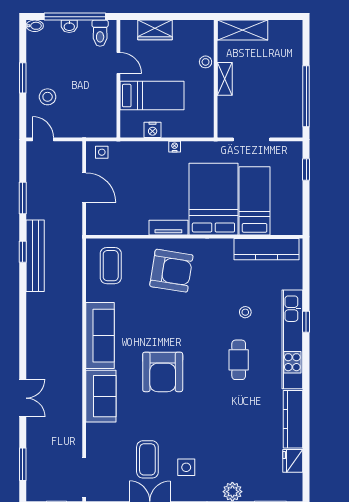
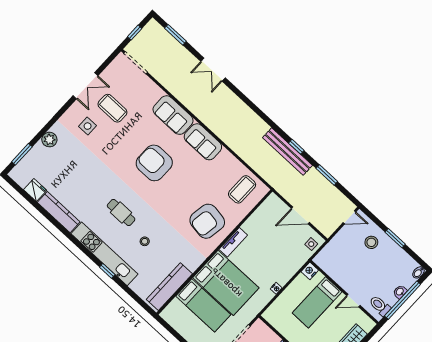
nightstand: (153, 130) -> (310, 271), moved
coffee table: (111, 266) -> (242, 189), turned 90
sofa: (100, 336) -> (203, 142), width x0.73

